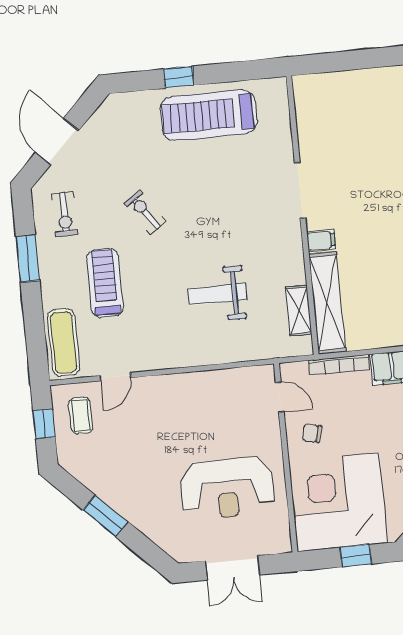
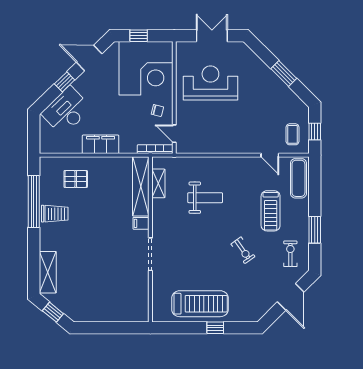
bookcase: (339, 365) -> (155, 149), moved
door: (115, 377) -> (270, 155), swing flipped

